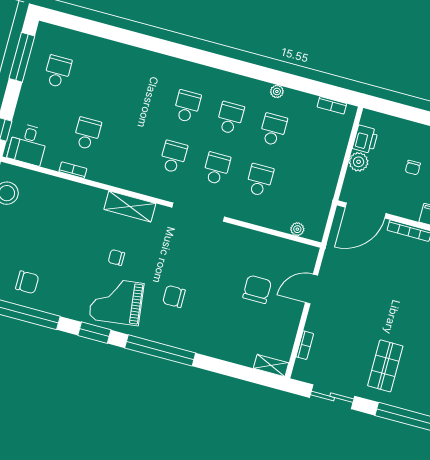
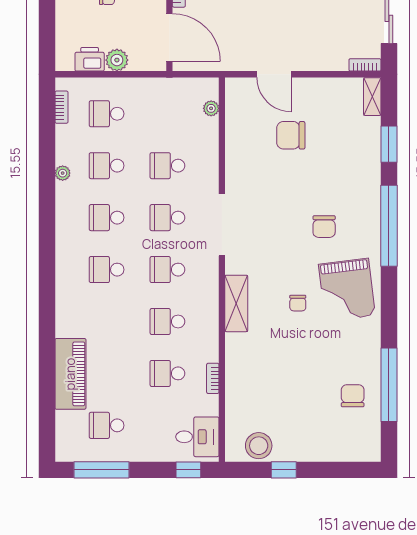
piano: (109, 53) -> (70, 374), added
school desk: (316, 141) -> (107, 114), added
school desk: (130, 145) -> (167, 321), added
window: (94, 333) -> (389, 144), moved
bookcase: (305, 345) -> (365, 65), moved

